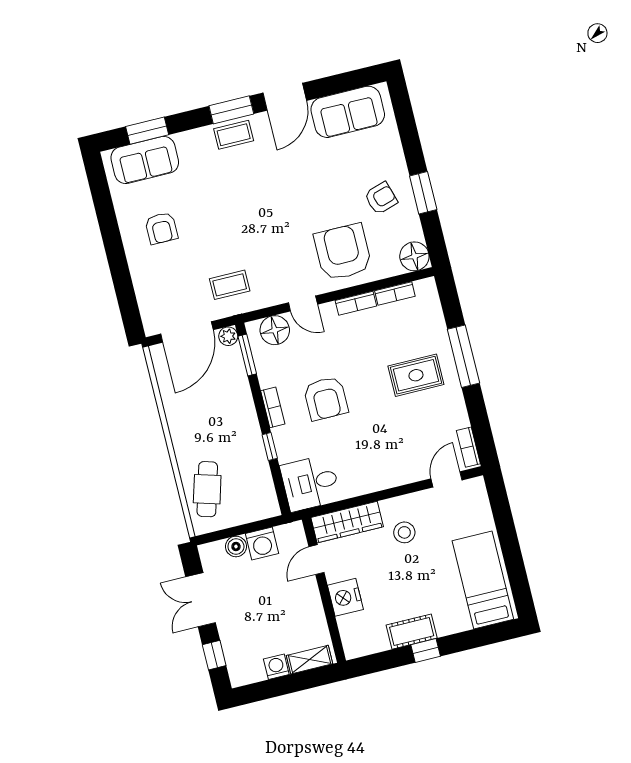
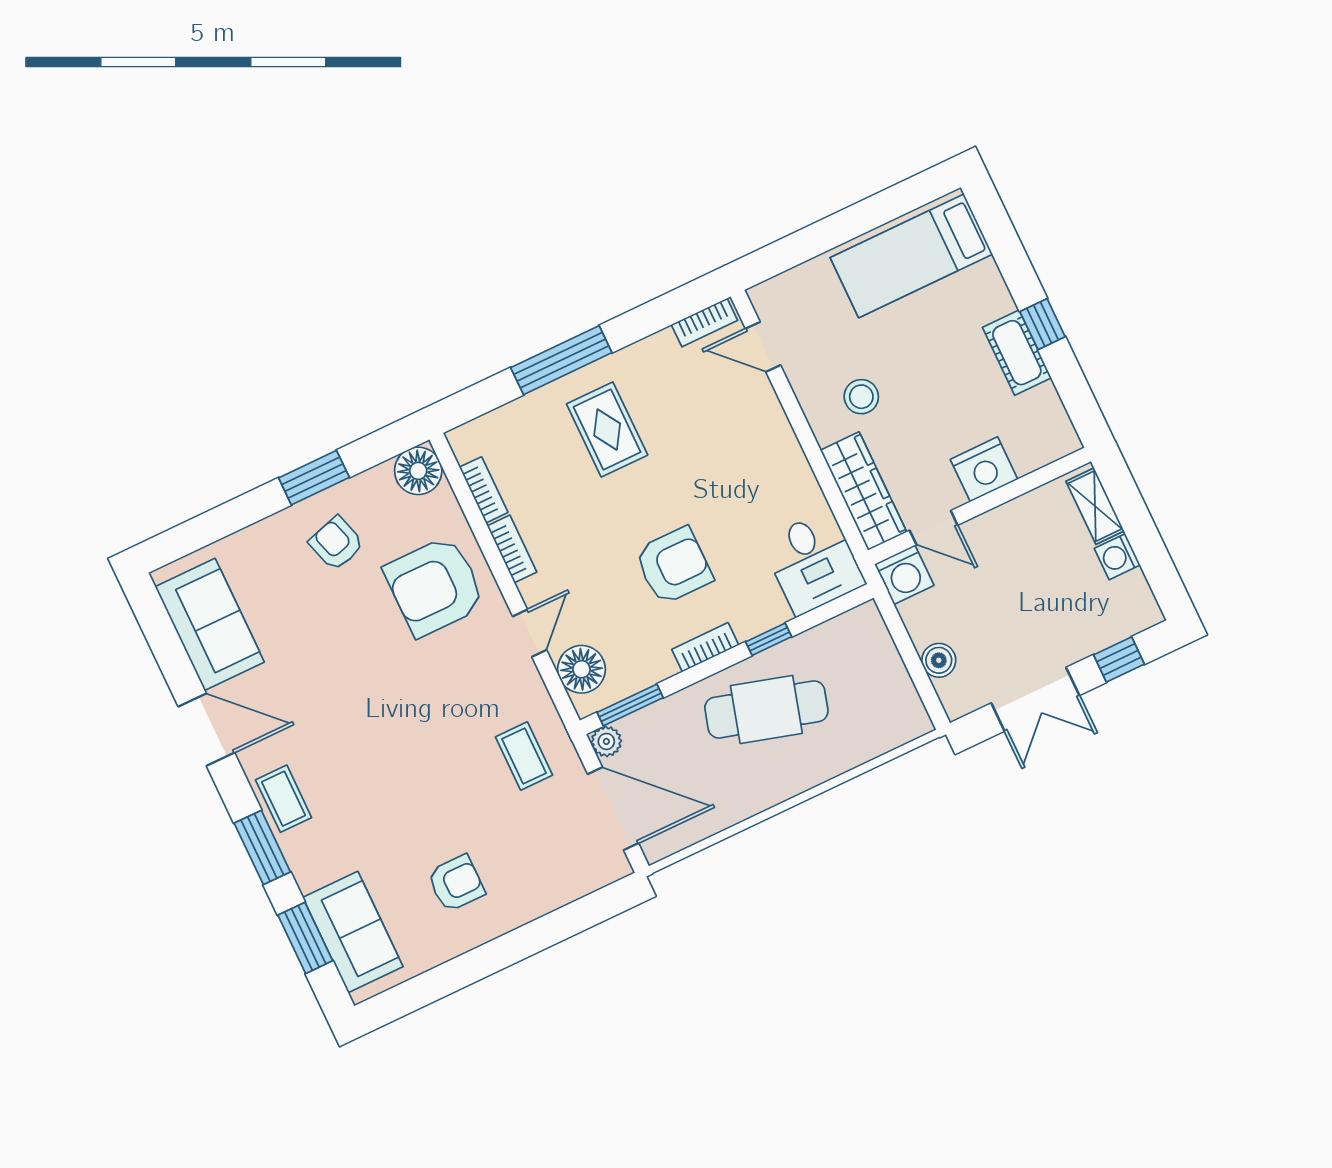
window: (231, 110) -> (262, 847), moved
cafe table: (207, 489) -> (766, 709), moved, width x1.37, depth x1.35
washing machine: (262, 544) -> (904, 575), moved, turned 90

